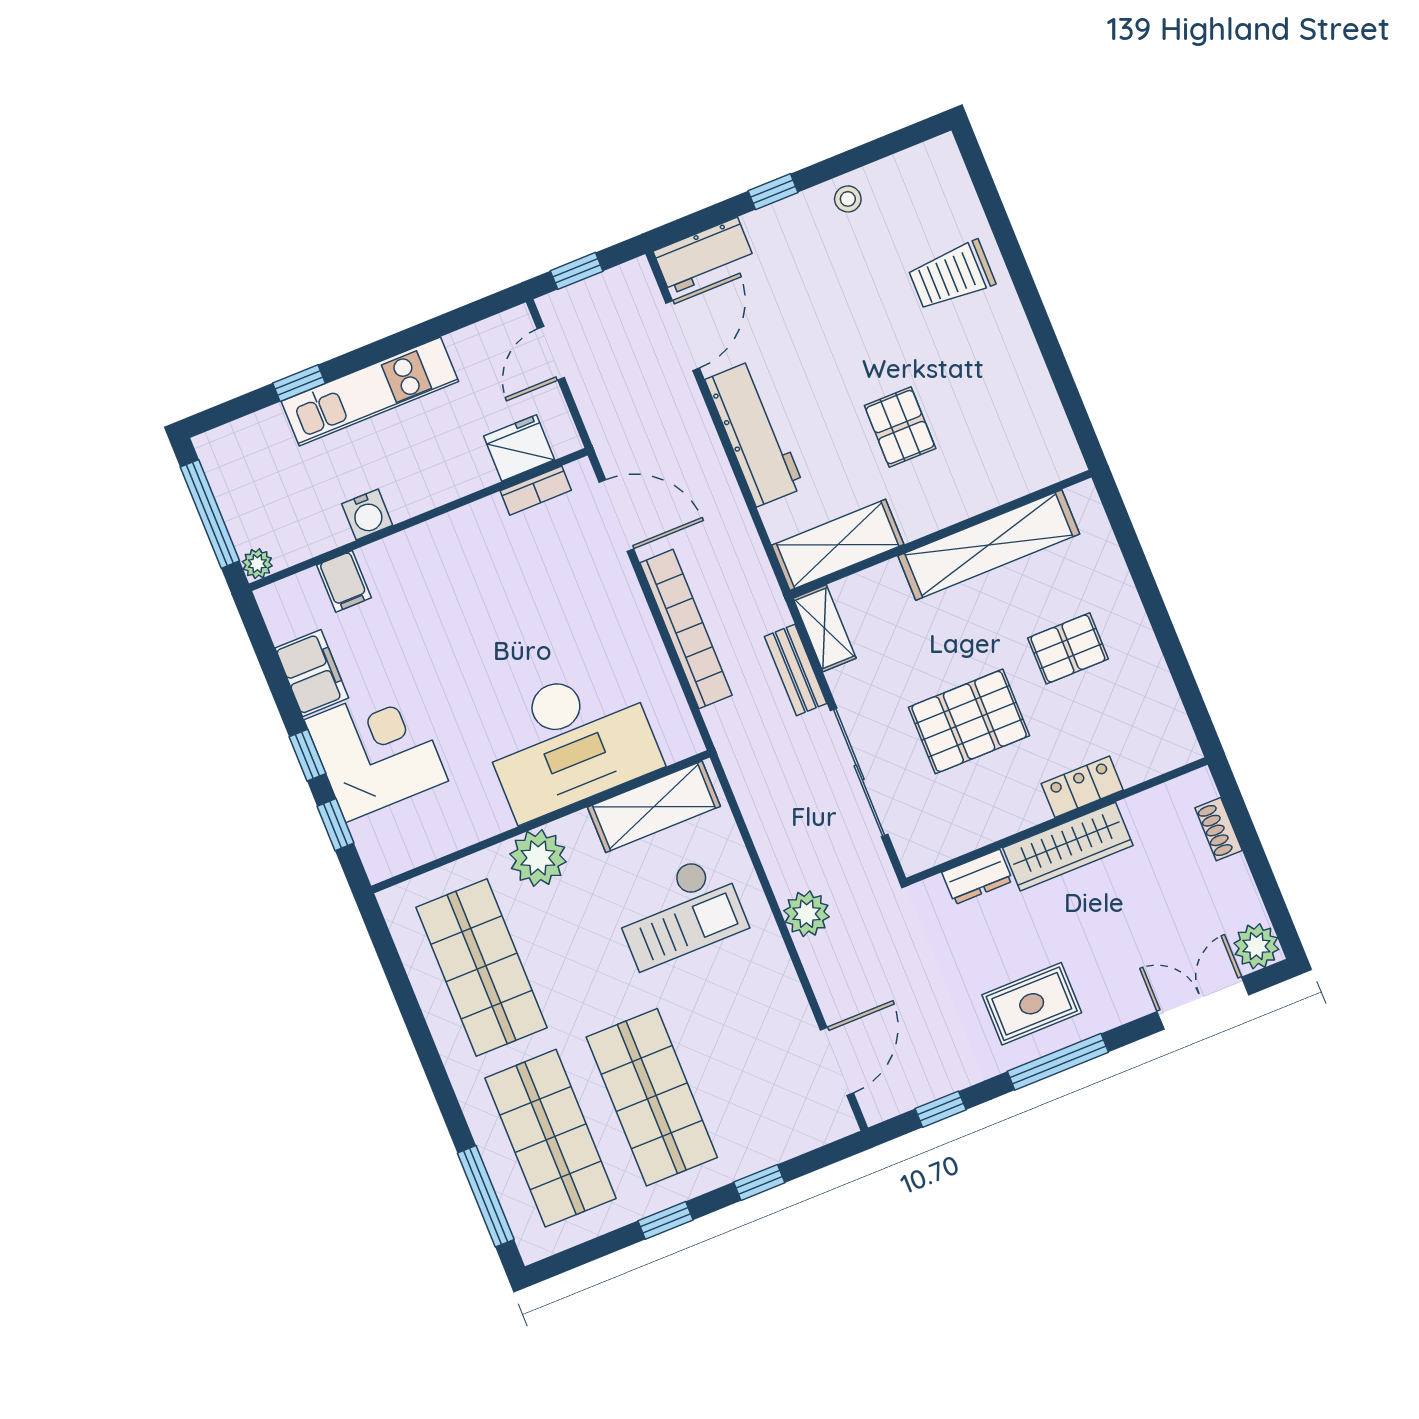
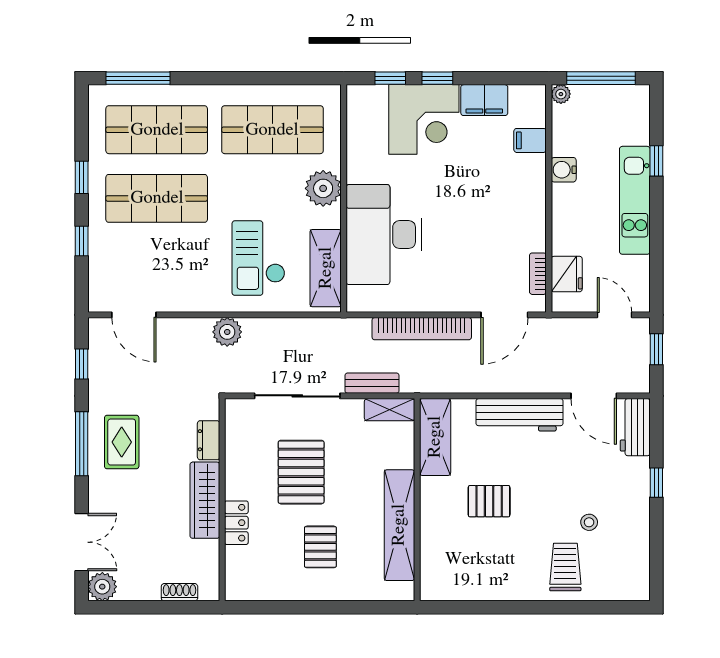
stool: (848, 199) -> (589, 522), moved

